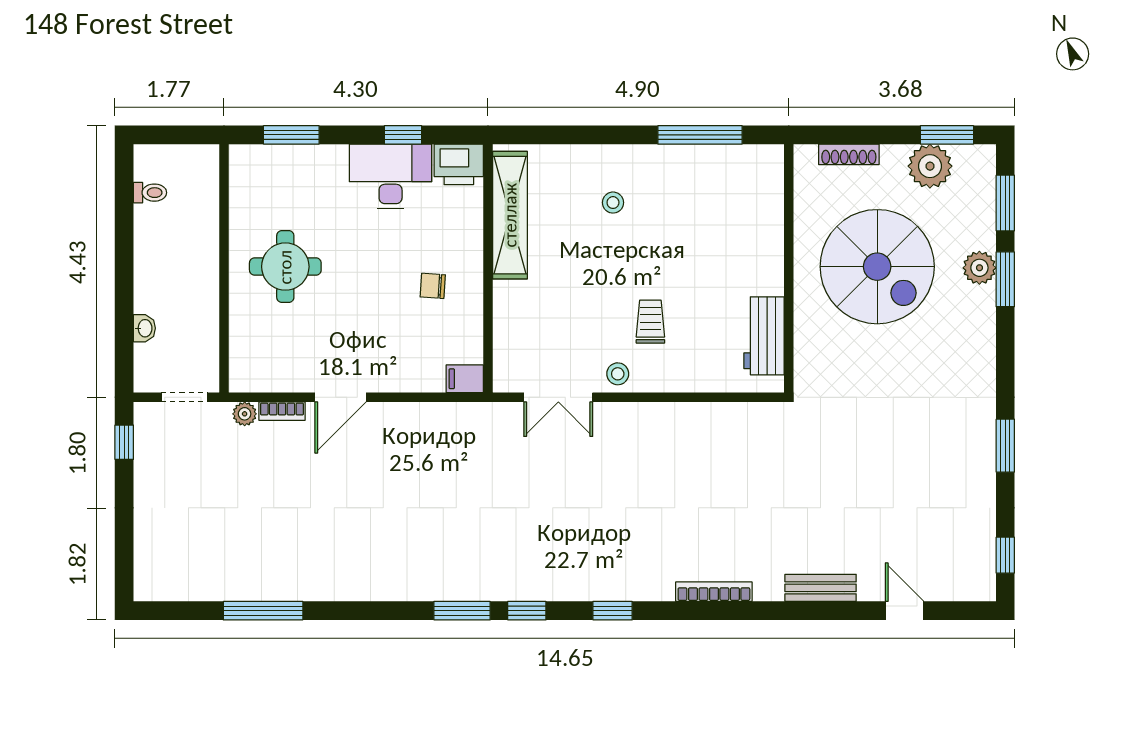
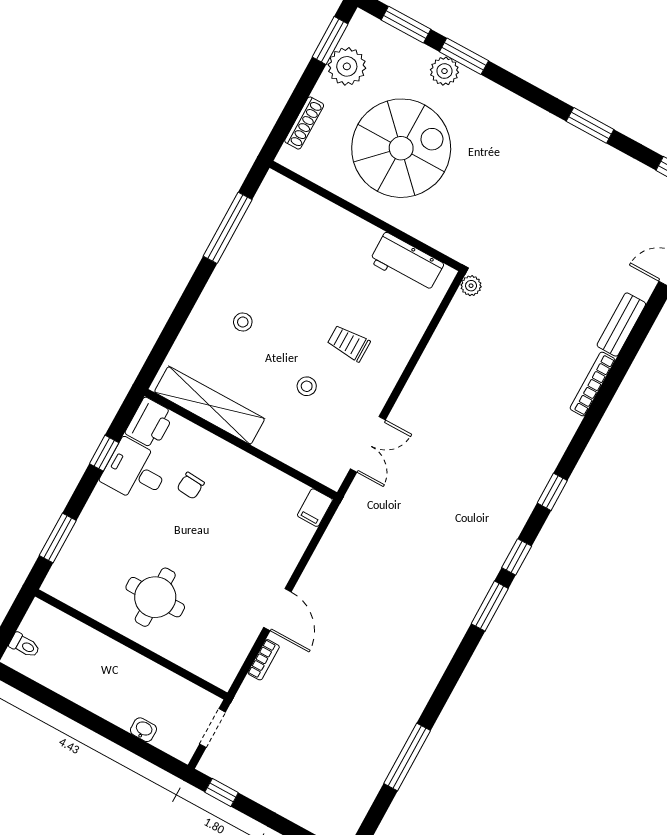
desk: (391, 176) -> (135, 471), width x0.73
toilet: (150, 193) -> (25, 645), moved, turned 90
chair: (433, 286) -> (191, 486), moved
stool: (618, 374) -> (307, 386), moved
plant: (245, 414) -> (471, 286), moved
bookcase: (714, 592) -> (593, 384), moved

